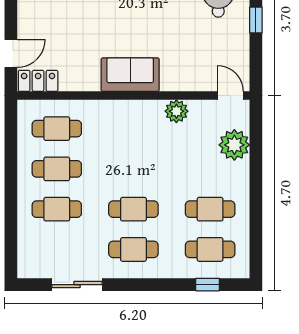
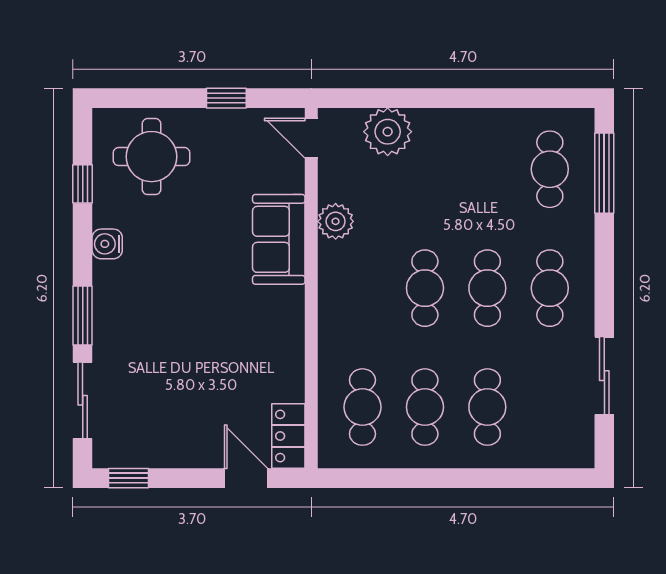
window: (256, 20) -> (226, 98), moved
sofa: (130, 75) -> (279, 239), moved
door: (230, 96) -> (311, 138), hinge flipped
cafe table: (210, 209) -> (425, 288), moved
window: (208, 285) -> (604, 173), width x2.17

